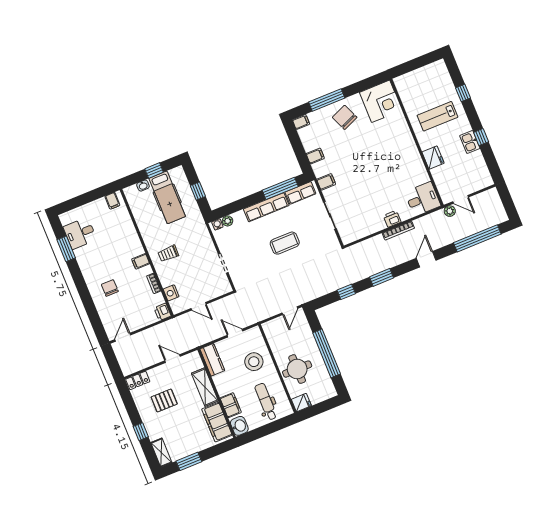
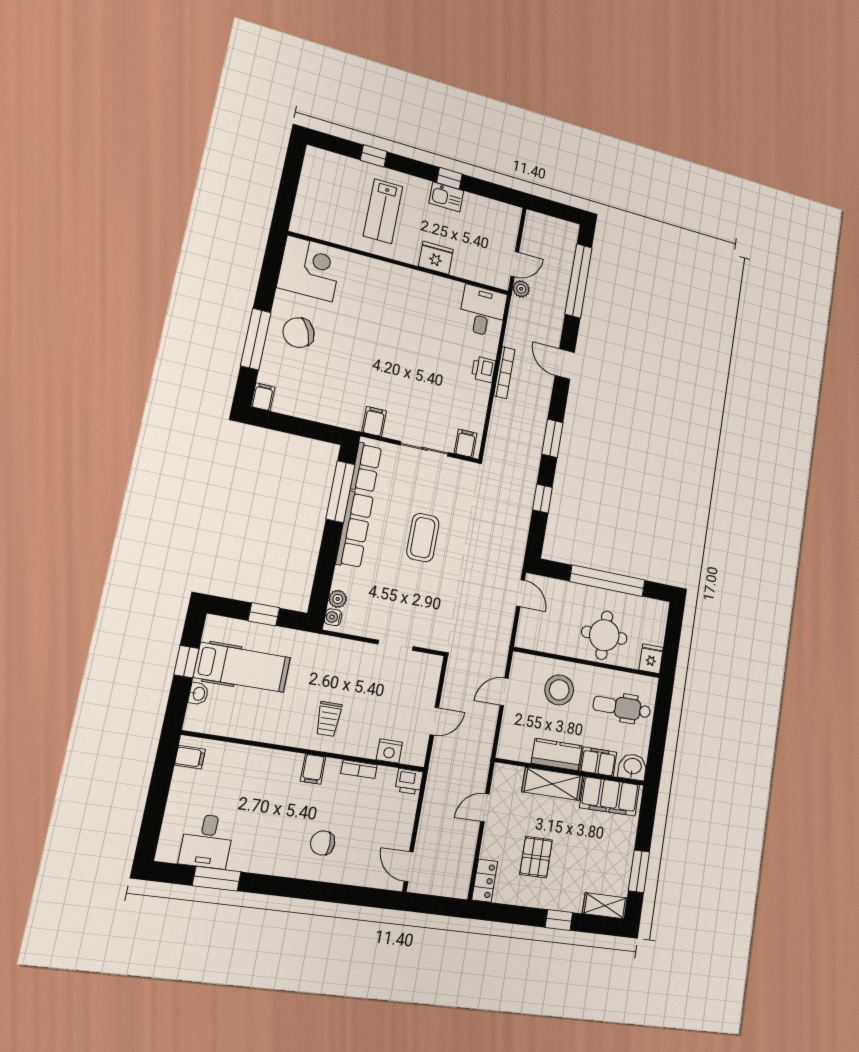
filing cabinet: (315, 156) -> (466, 443), moved
kitchen counter: (212, 360) -> (557, 754), moved

